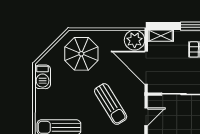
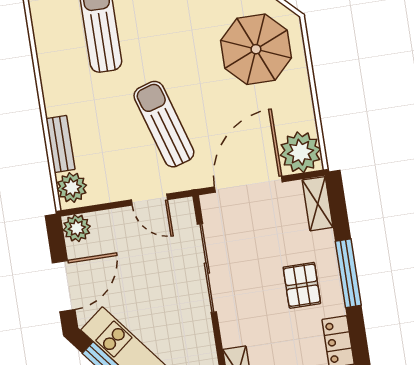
sun lounger: (111, 104) -> (164, 124), turned 105

